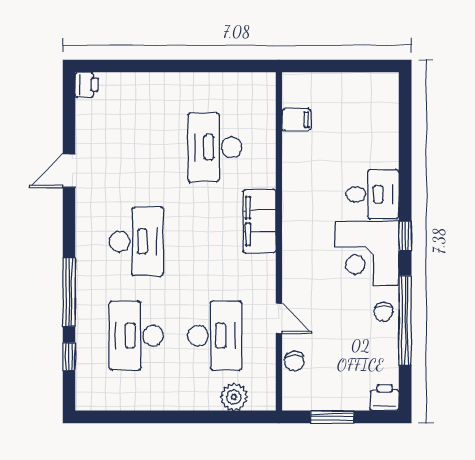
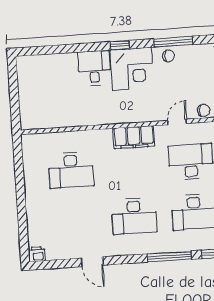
filing cabinet: (296, 120) -> (50, 119), removed
filing cabinet: (260, 221) -> (134, 137), moved
desk: (136, 241) -> (134, 216), turned 180
window: (405, 320) -> (173, 42), width x0.68

